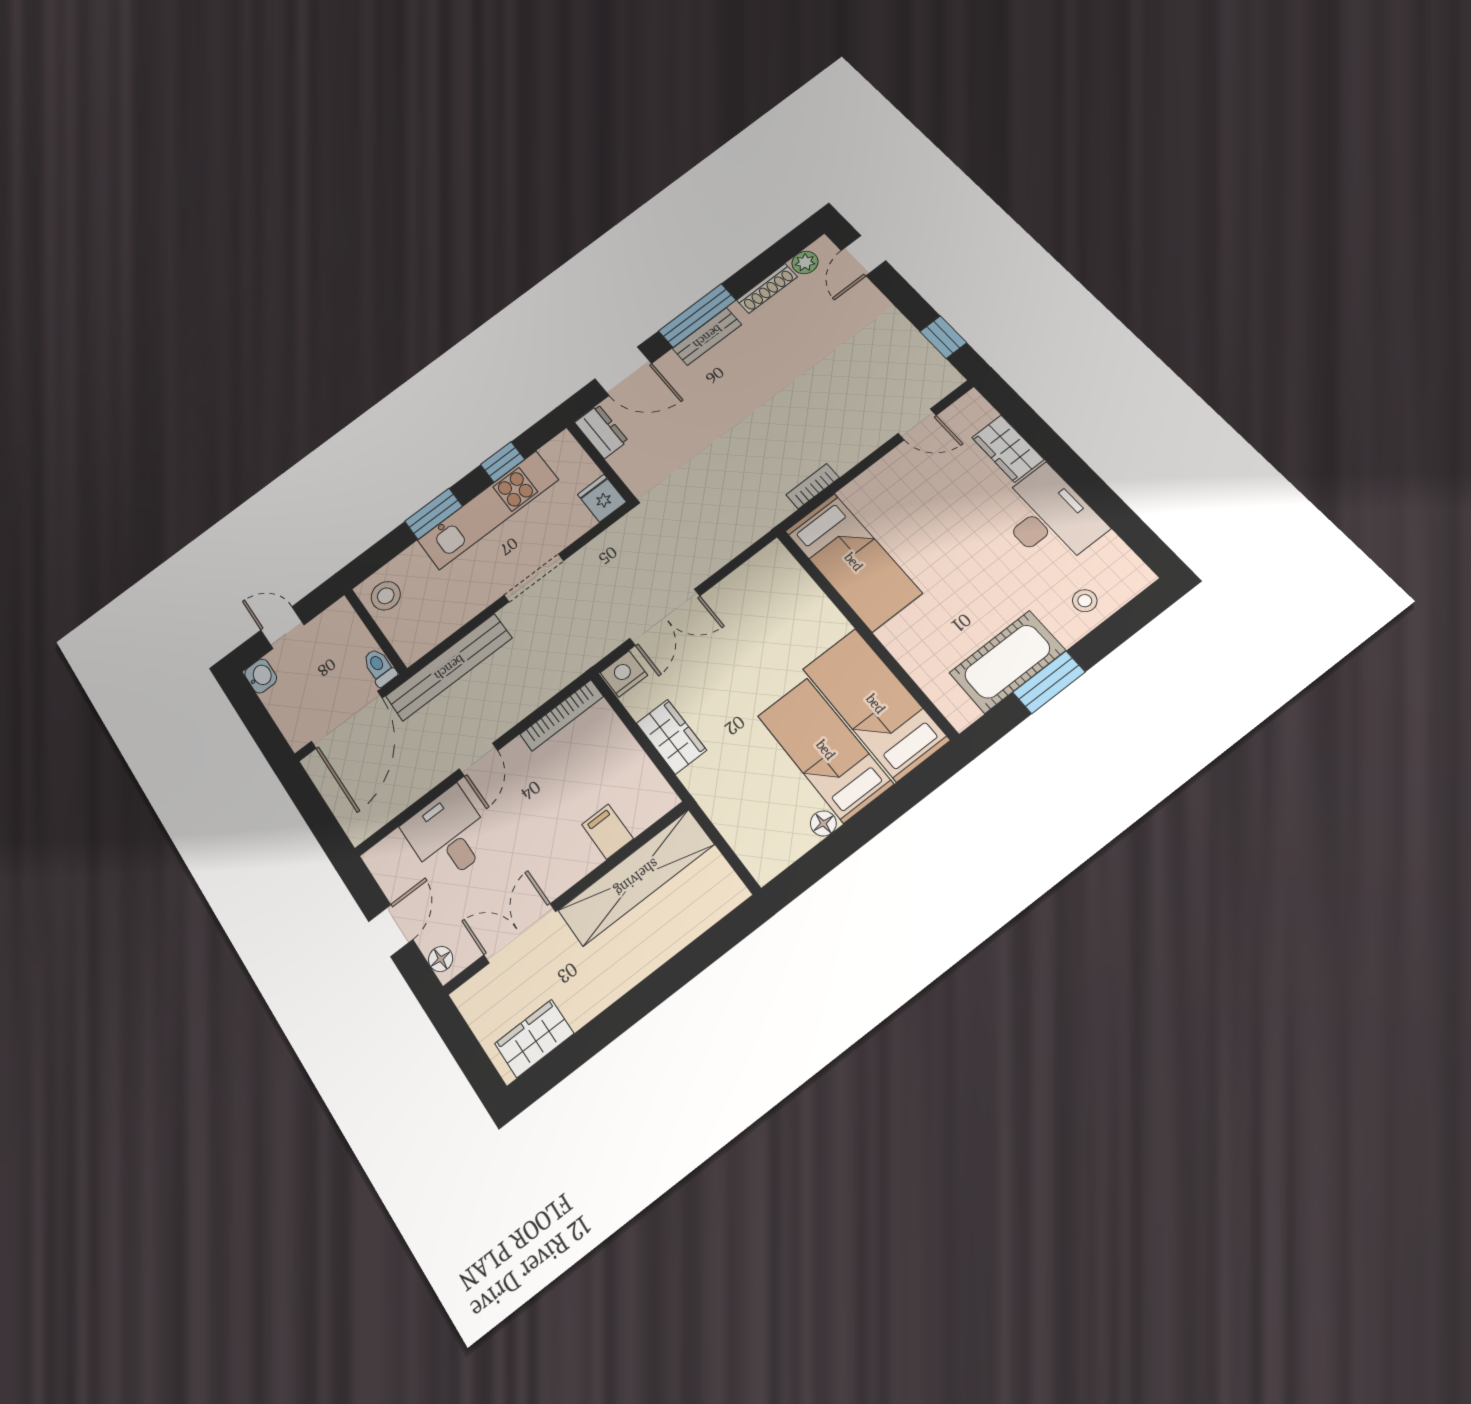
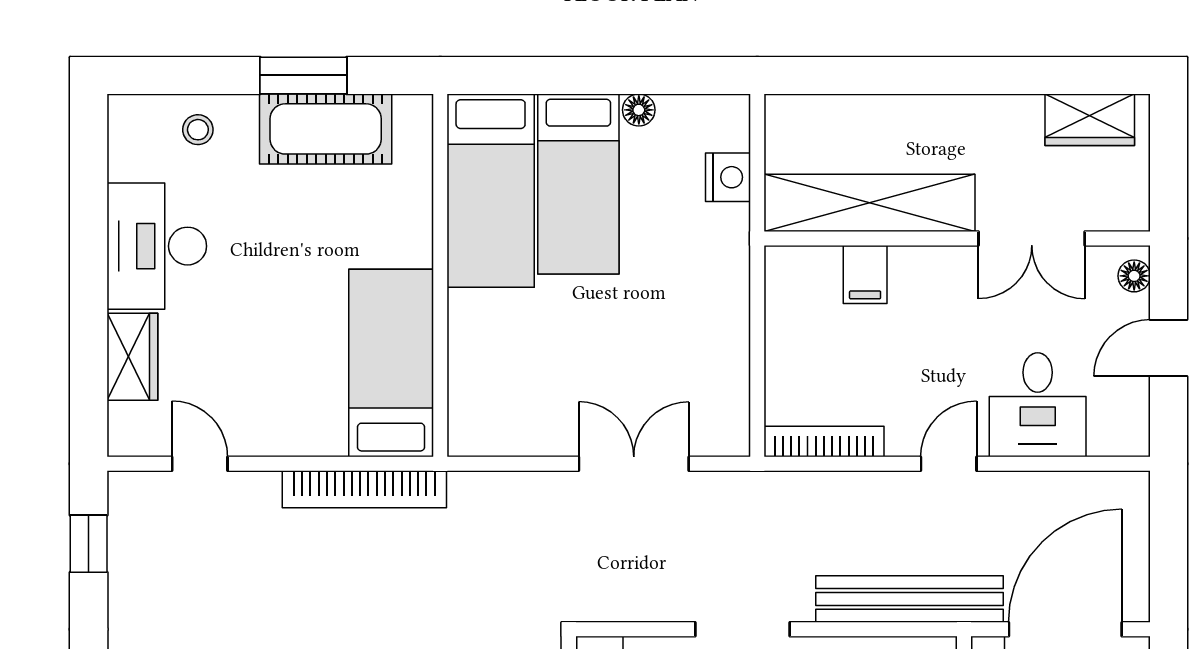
bookcase: (813, 486) -> (364, 489), width x2.31, depth x1.31
nightstand: (624, 674) -> (728, 177), moved, turned -90
wardrobe: (671, 737) -> (725, 324), removed

